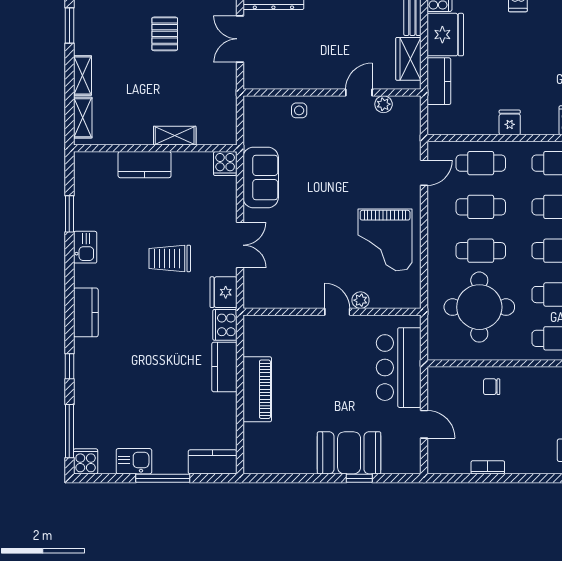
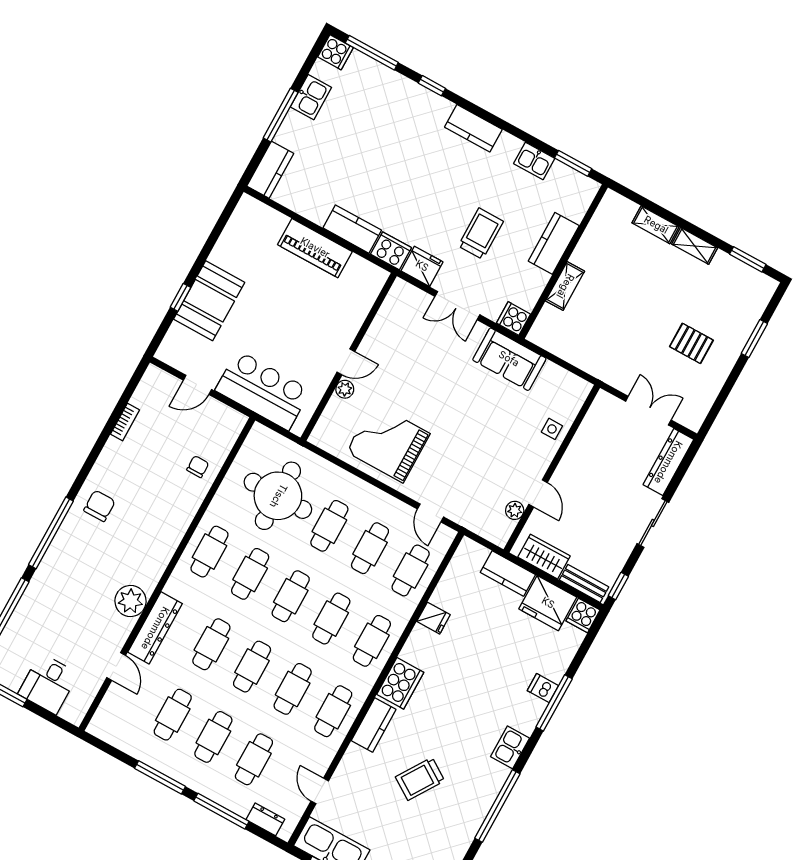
shelving: (175, 136) -> (565, 286), moved
wall: (155, 148) -> (563, 262), moved
cooker: (225, 164) -> (514, 319), moved
kitchen counter: (145, 165) -> (554, 243), moved

